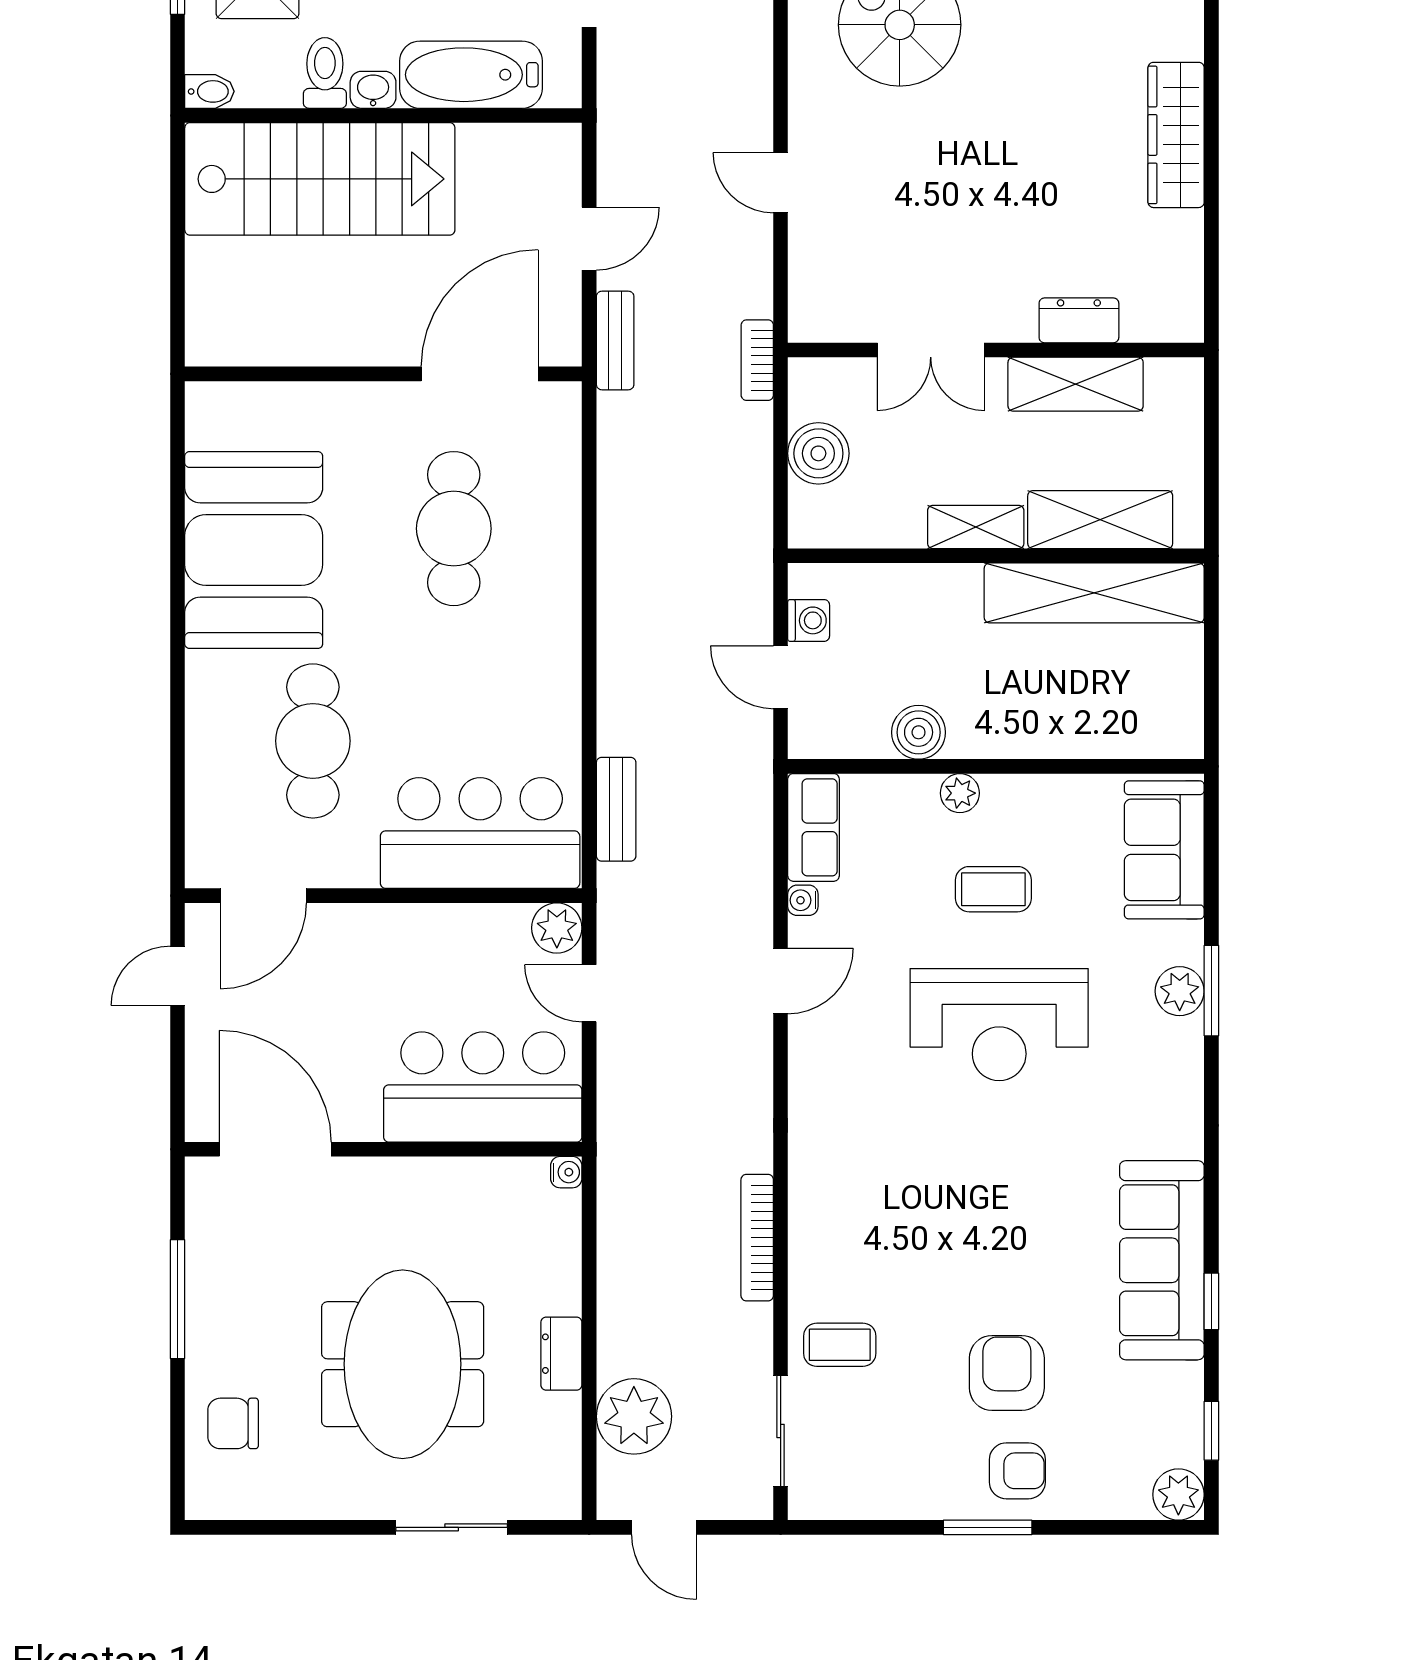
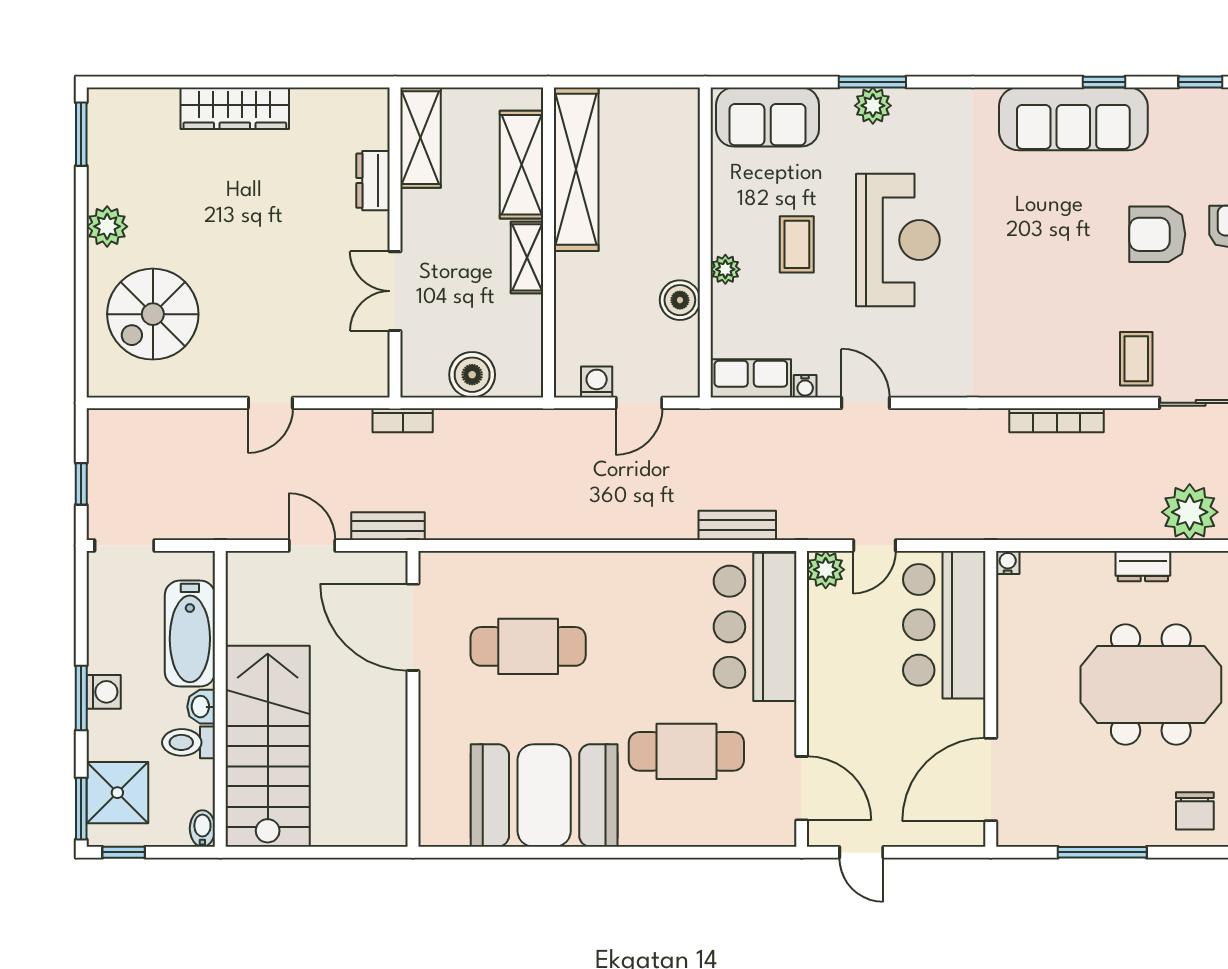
double door: (931, 350) -> (395, 291), swing flipped
shelving: (1076, 384) -> (421, 138), moved

